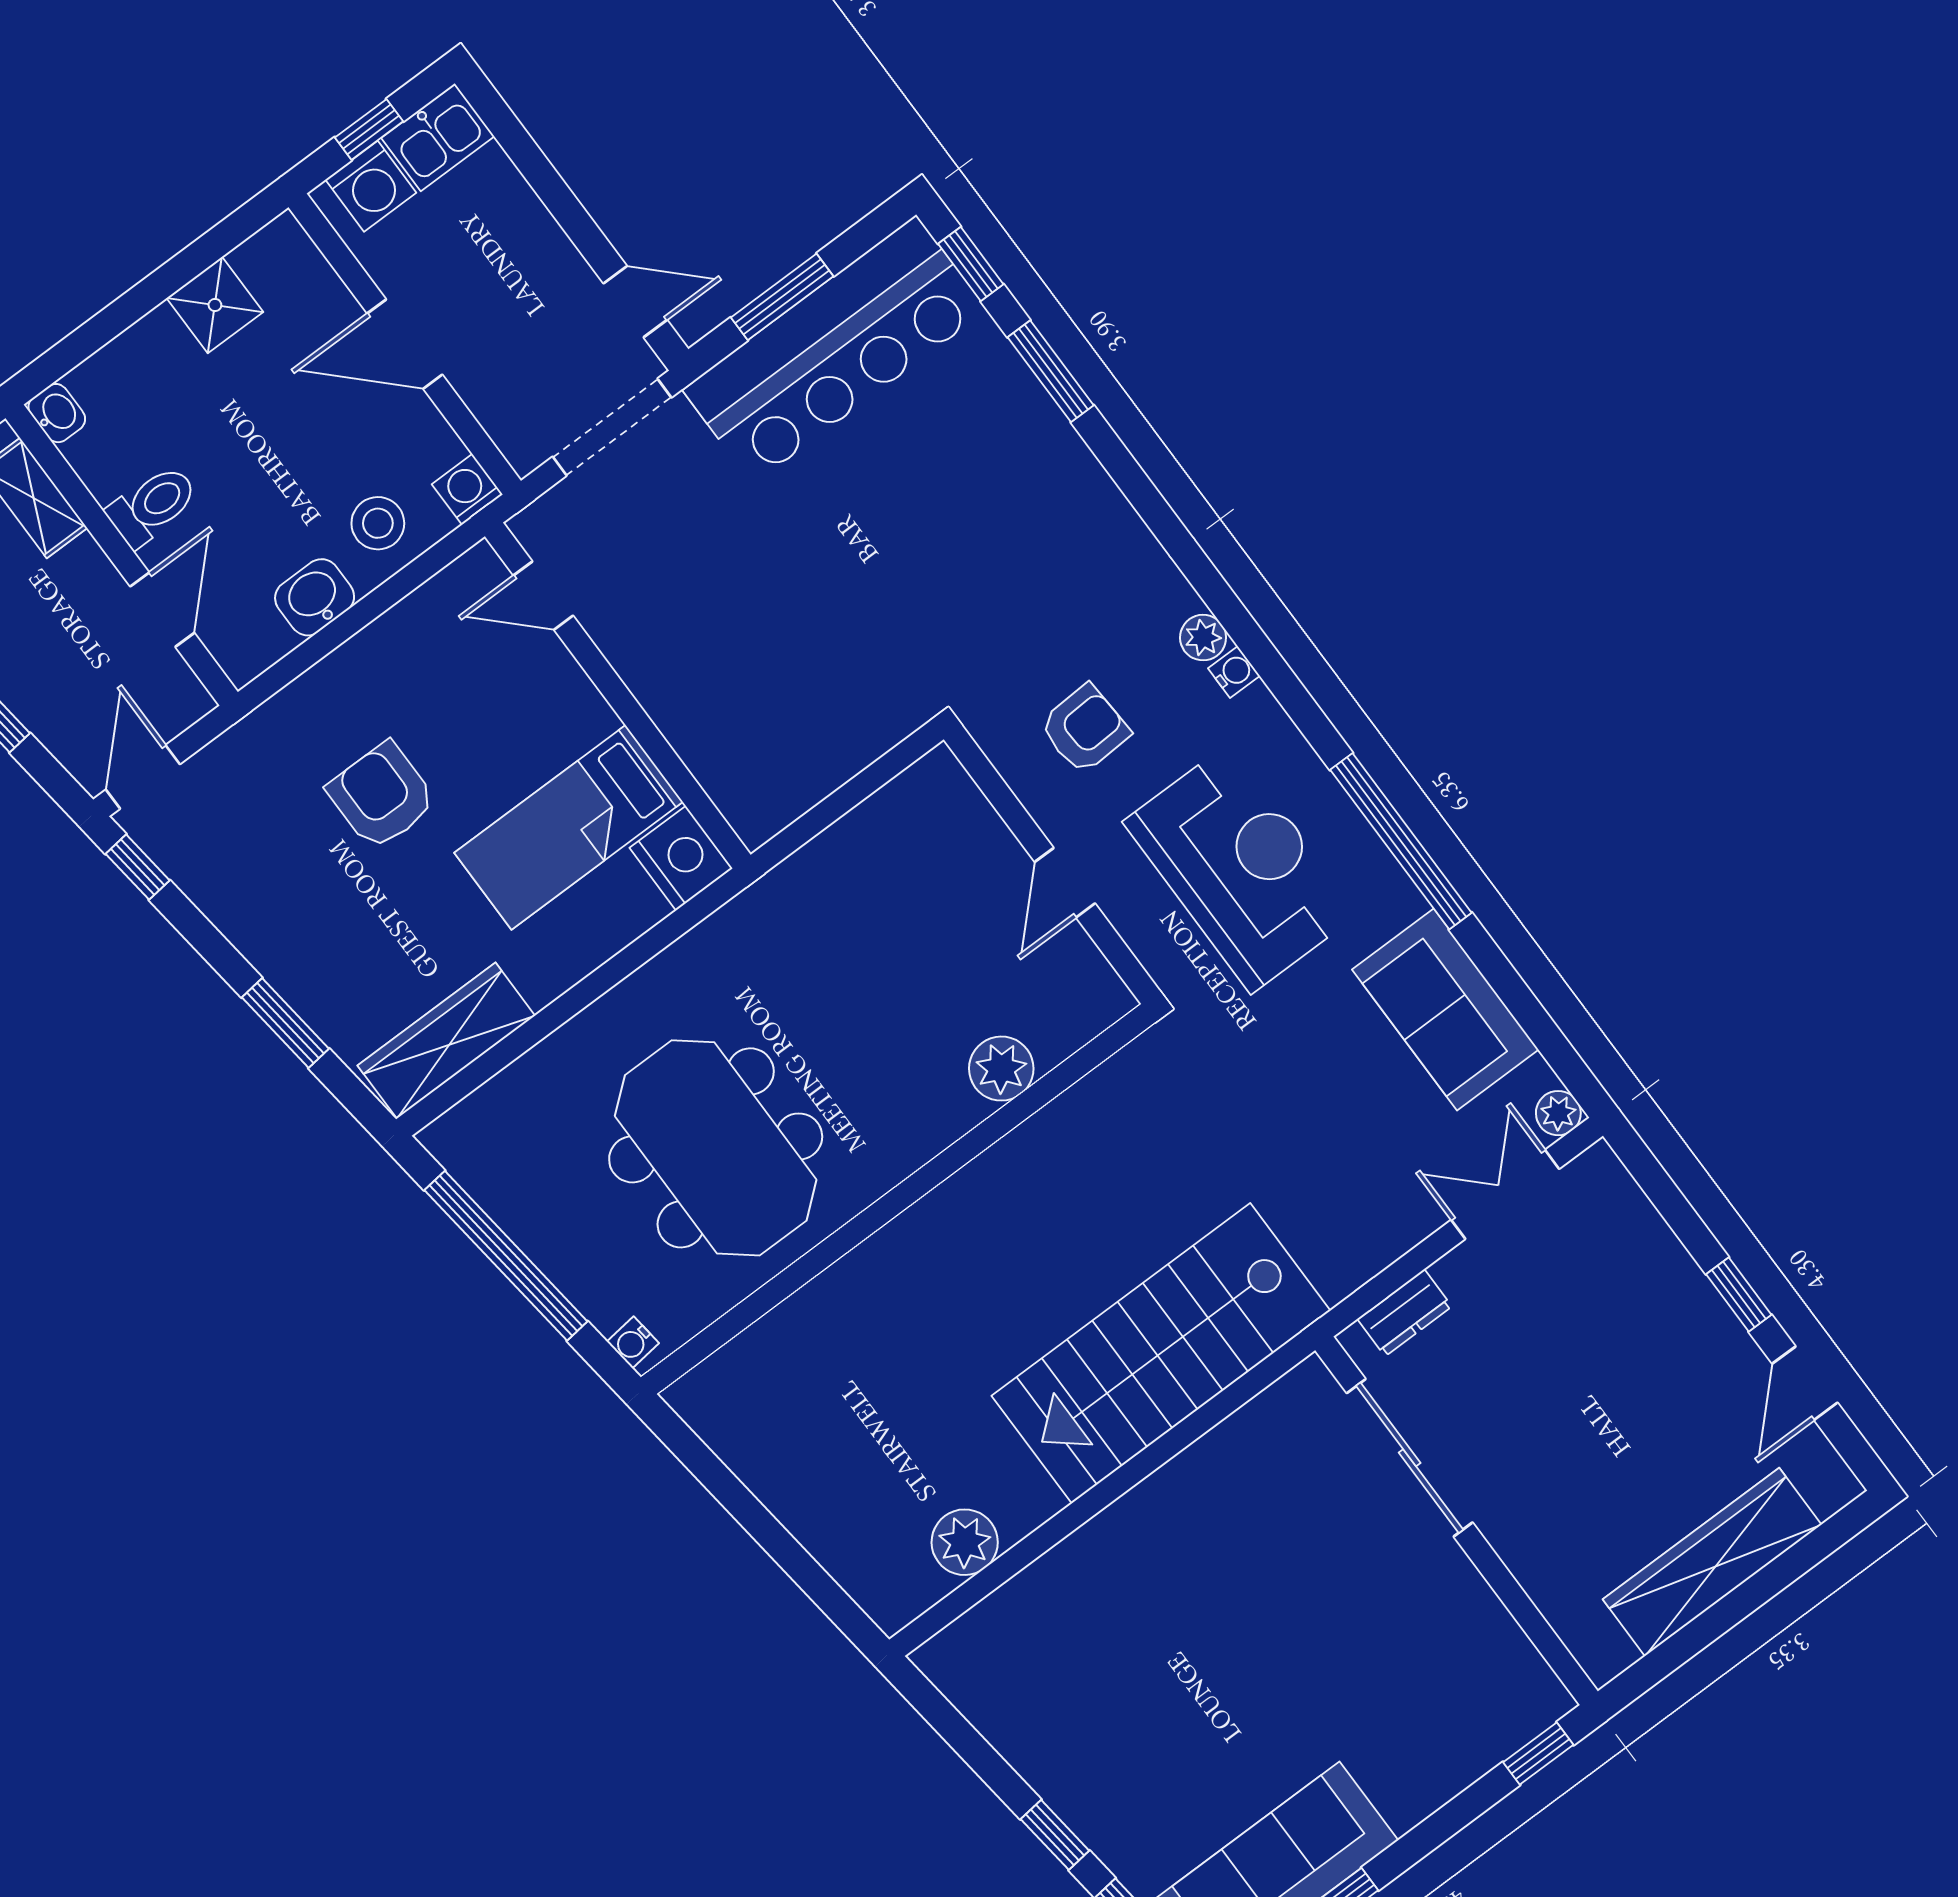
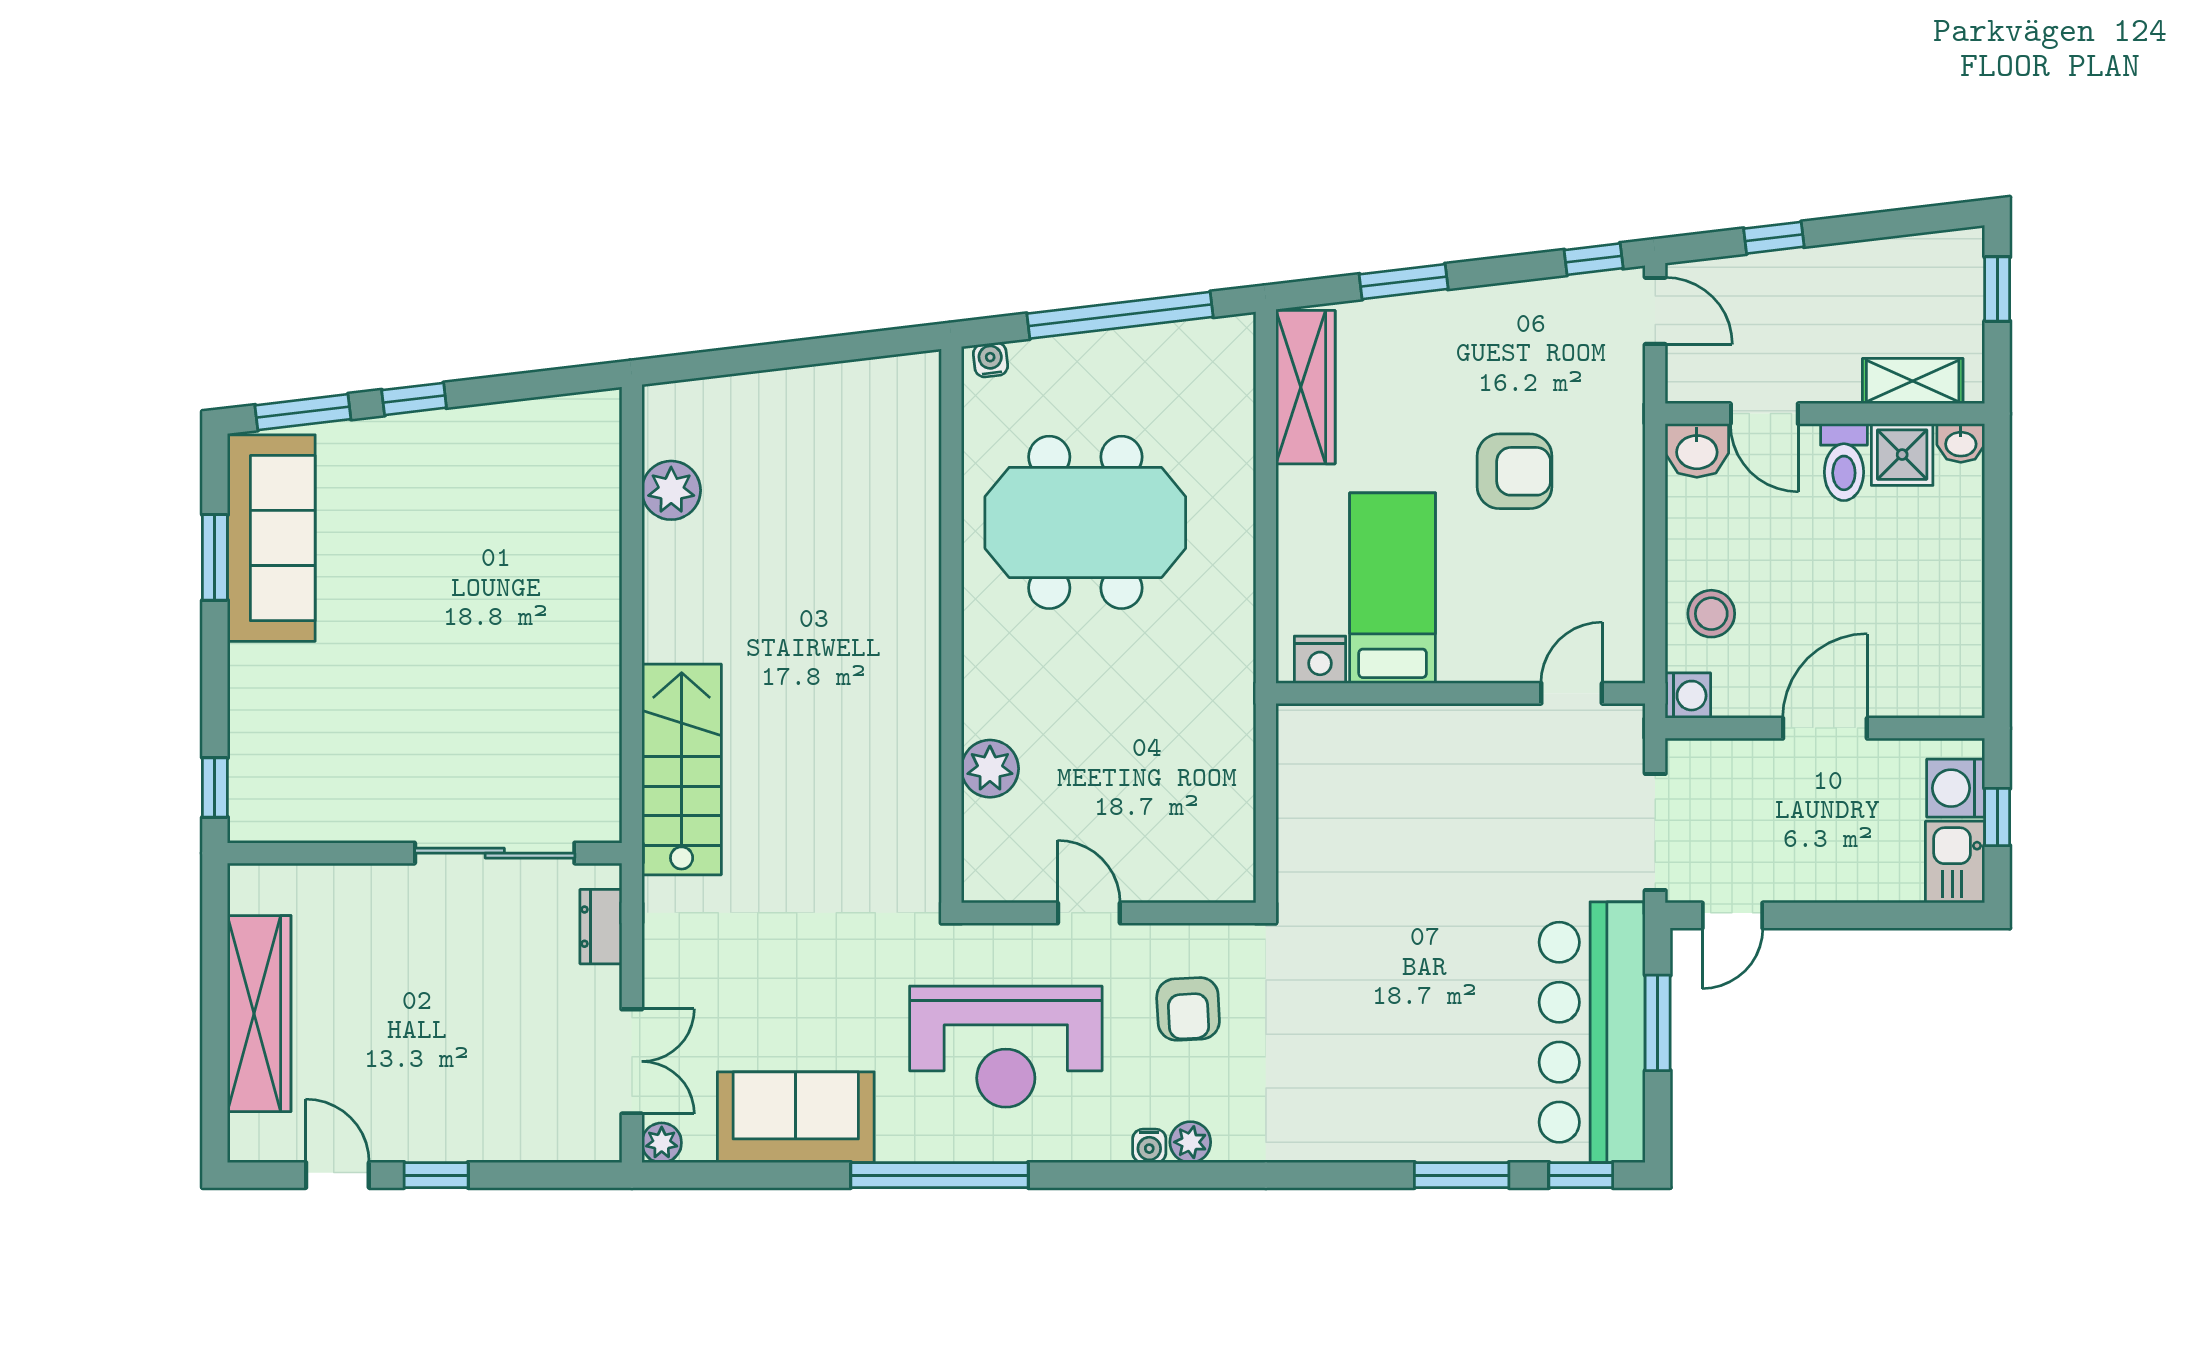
shower: (215, 305) -> (1902, 455), moved
washbasin: (315, 597) -> (1697, 451), moved, turned 90
nightstand: (681, 858) -> (1320, 660), width x0.74, depth x0.75
stairs: (1161, 1353) -> (682, 769), width x0.73, depth x0.66

